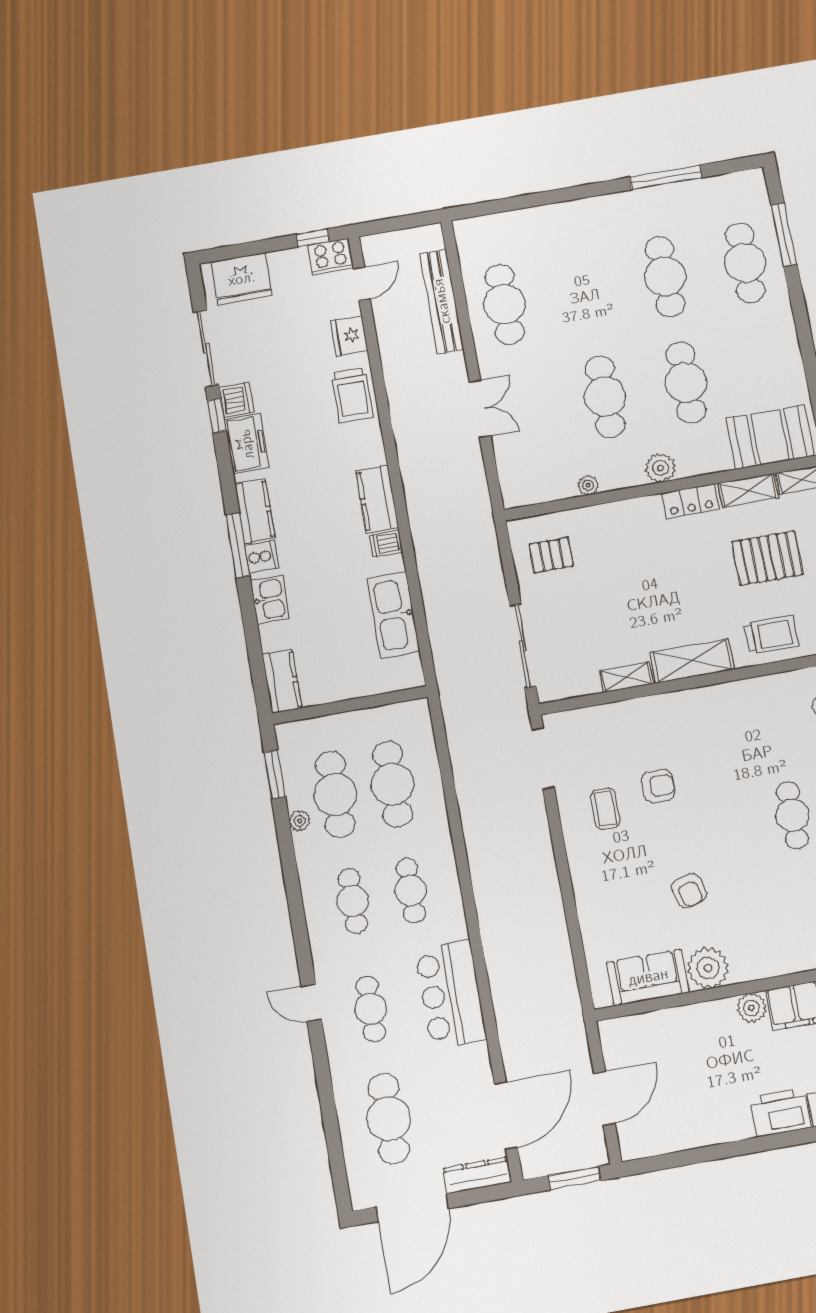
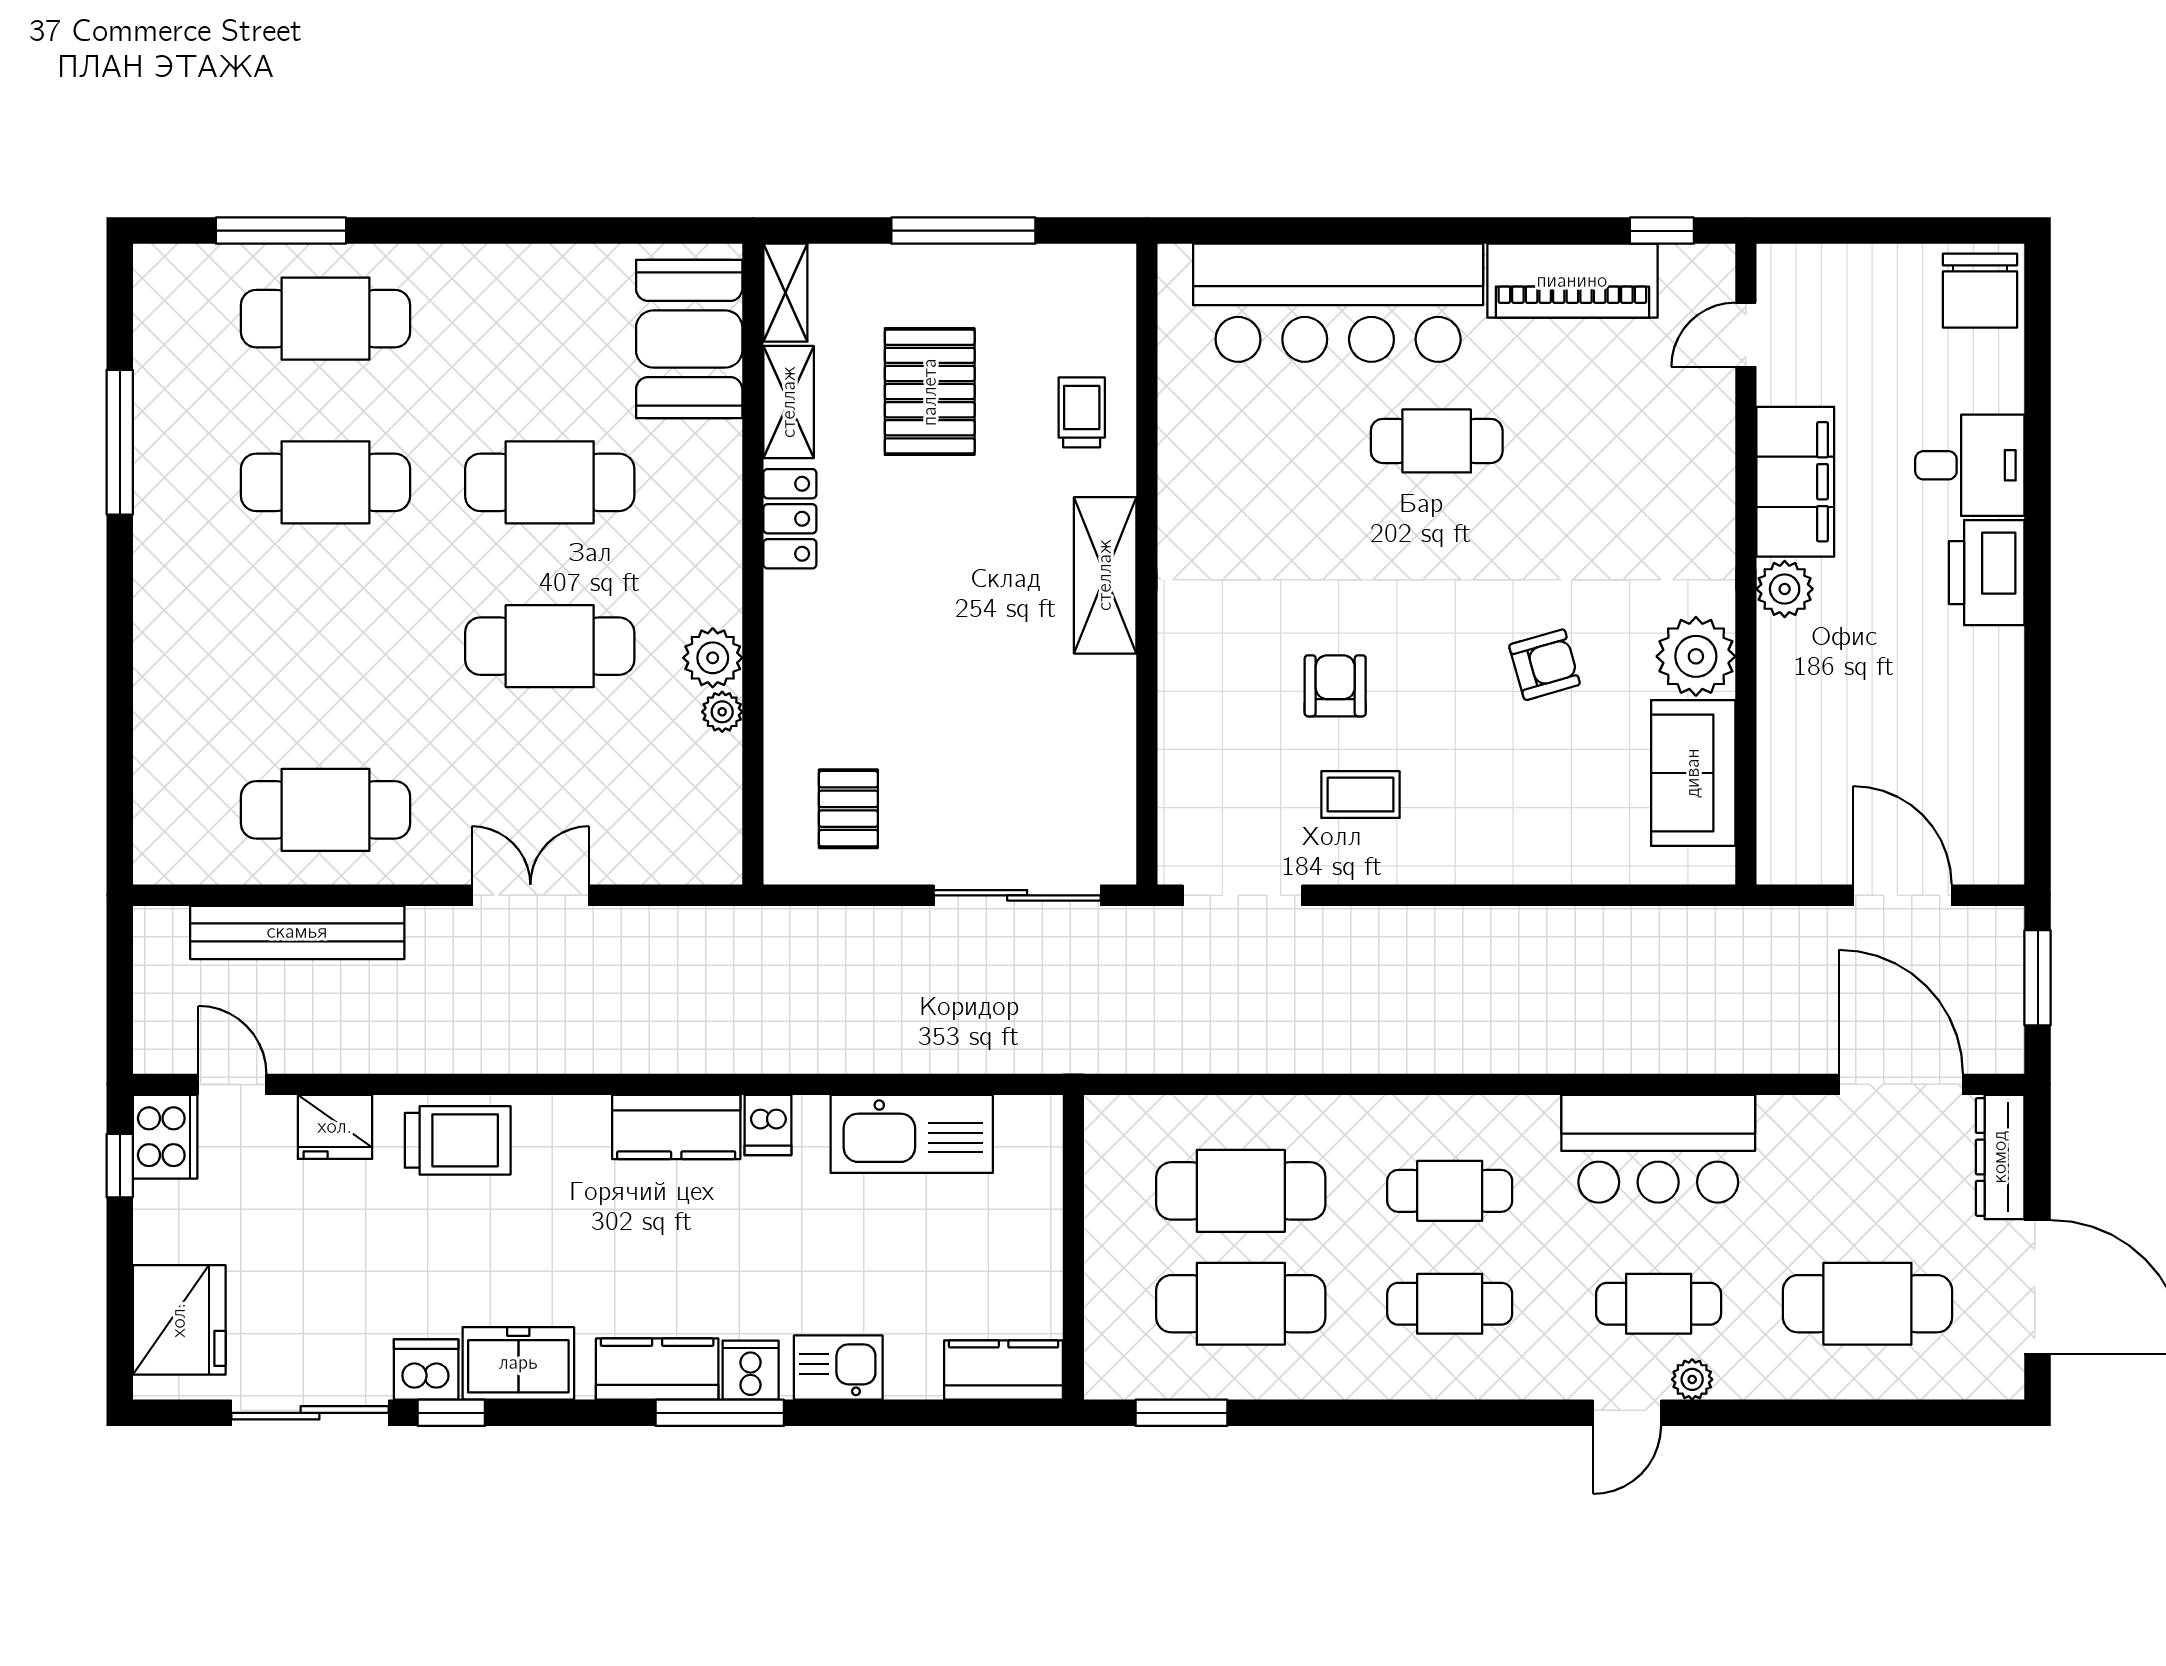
plant: (660, 468) -> (713, 658), moved
trolley: (772, 635) -> (1082, 412), width x0.73, depth x0.72
shelving: (626, 677) -> (1114, 707), removed
plant: (300, 821) -> (1692, 1379), moved

